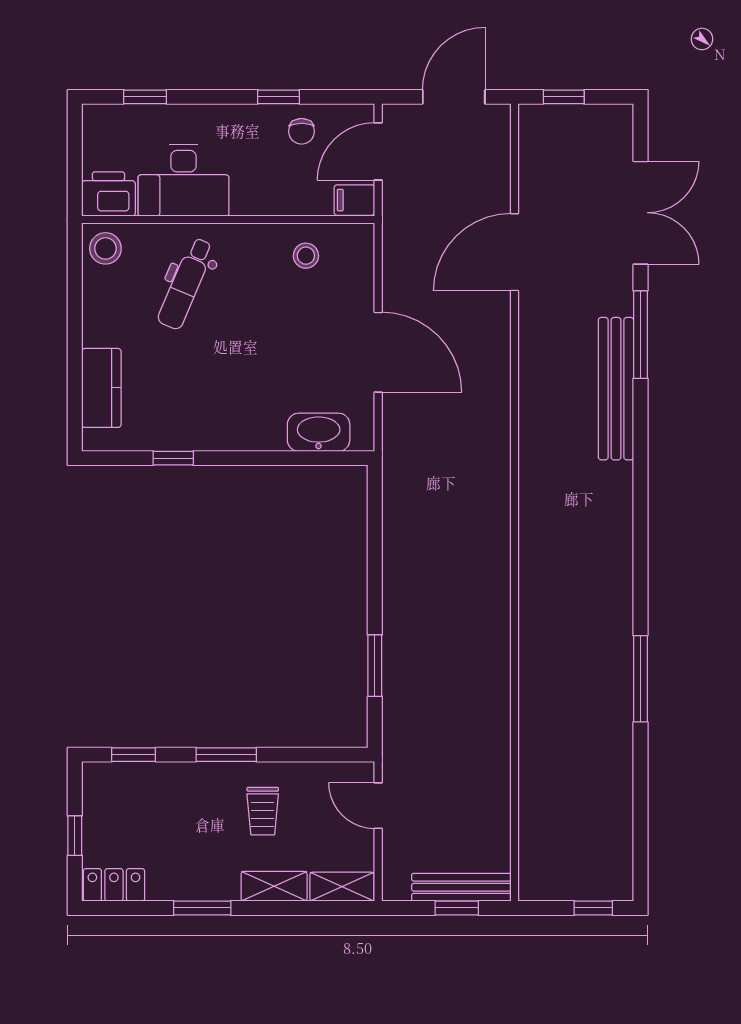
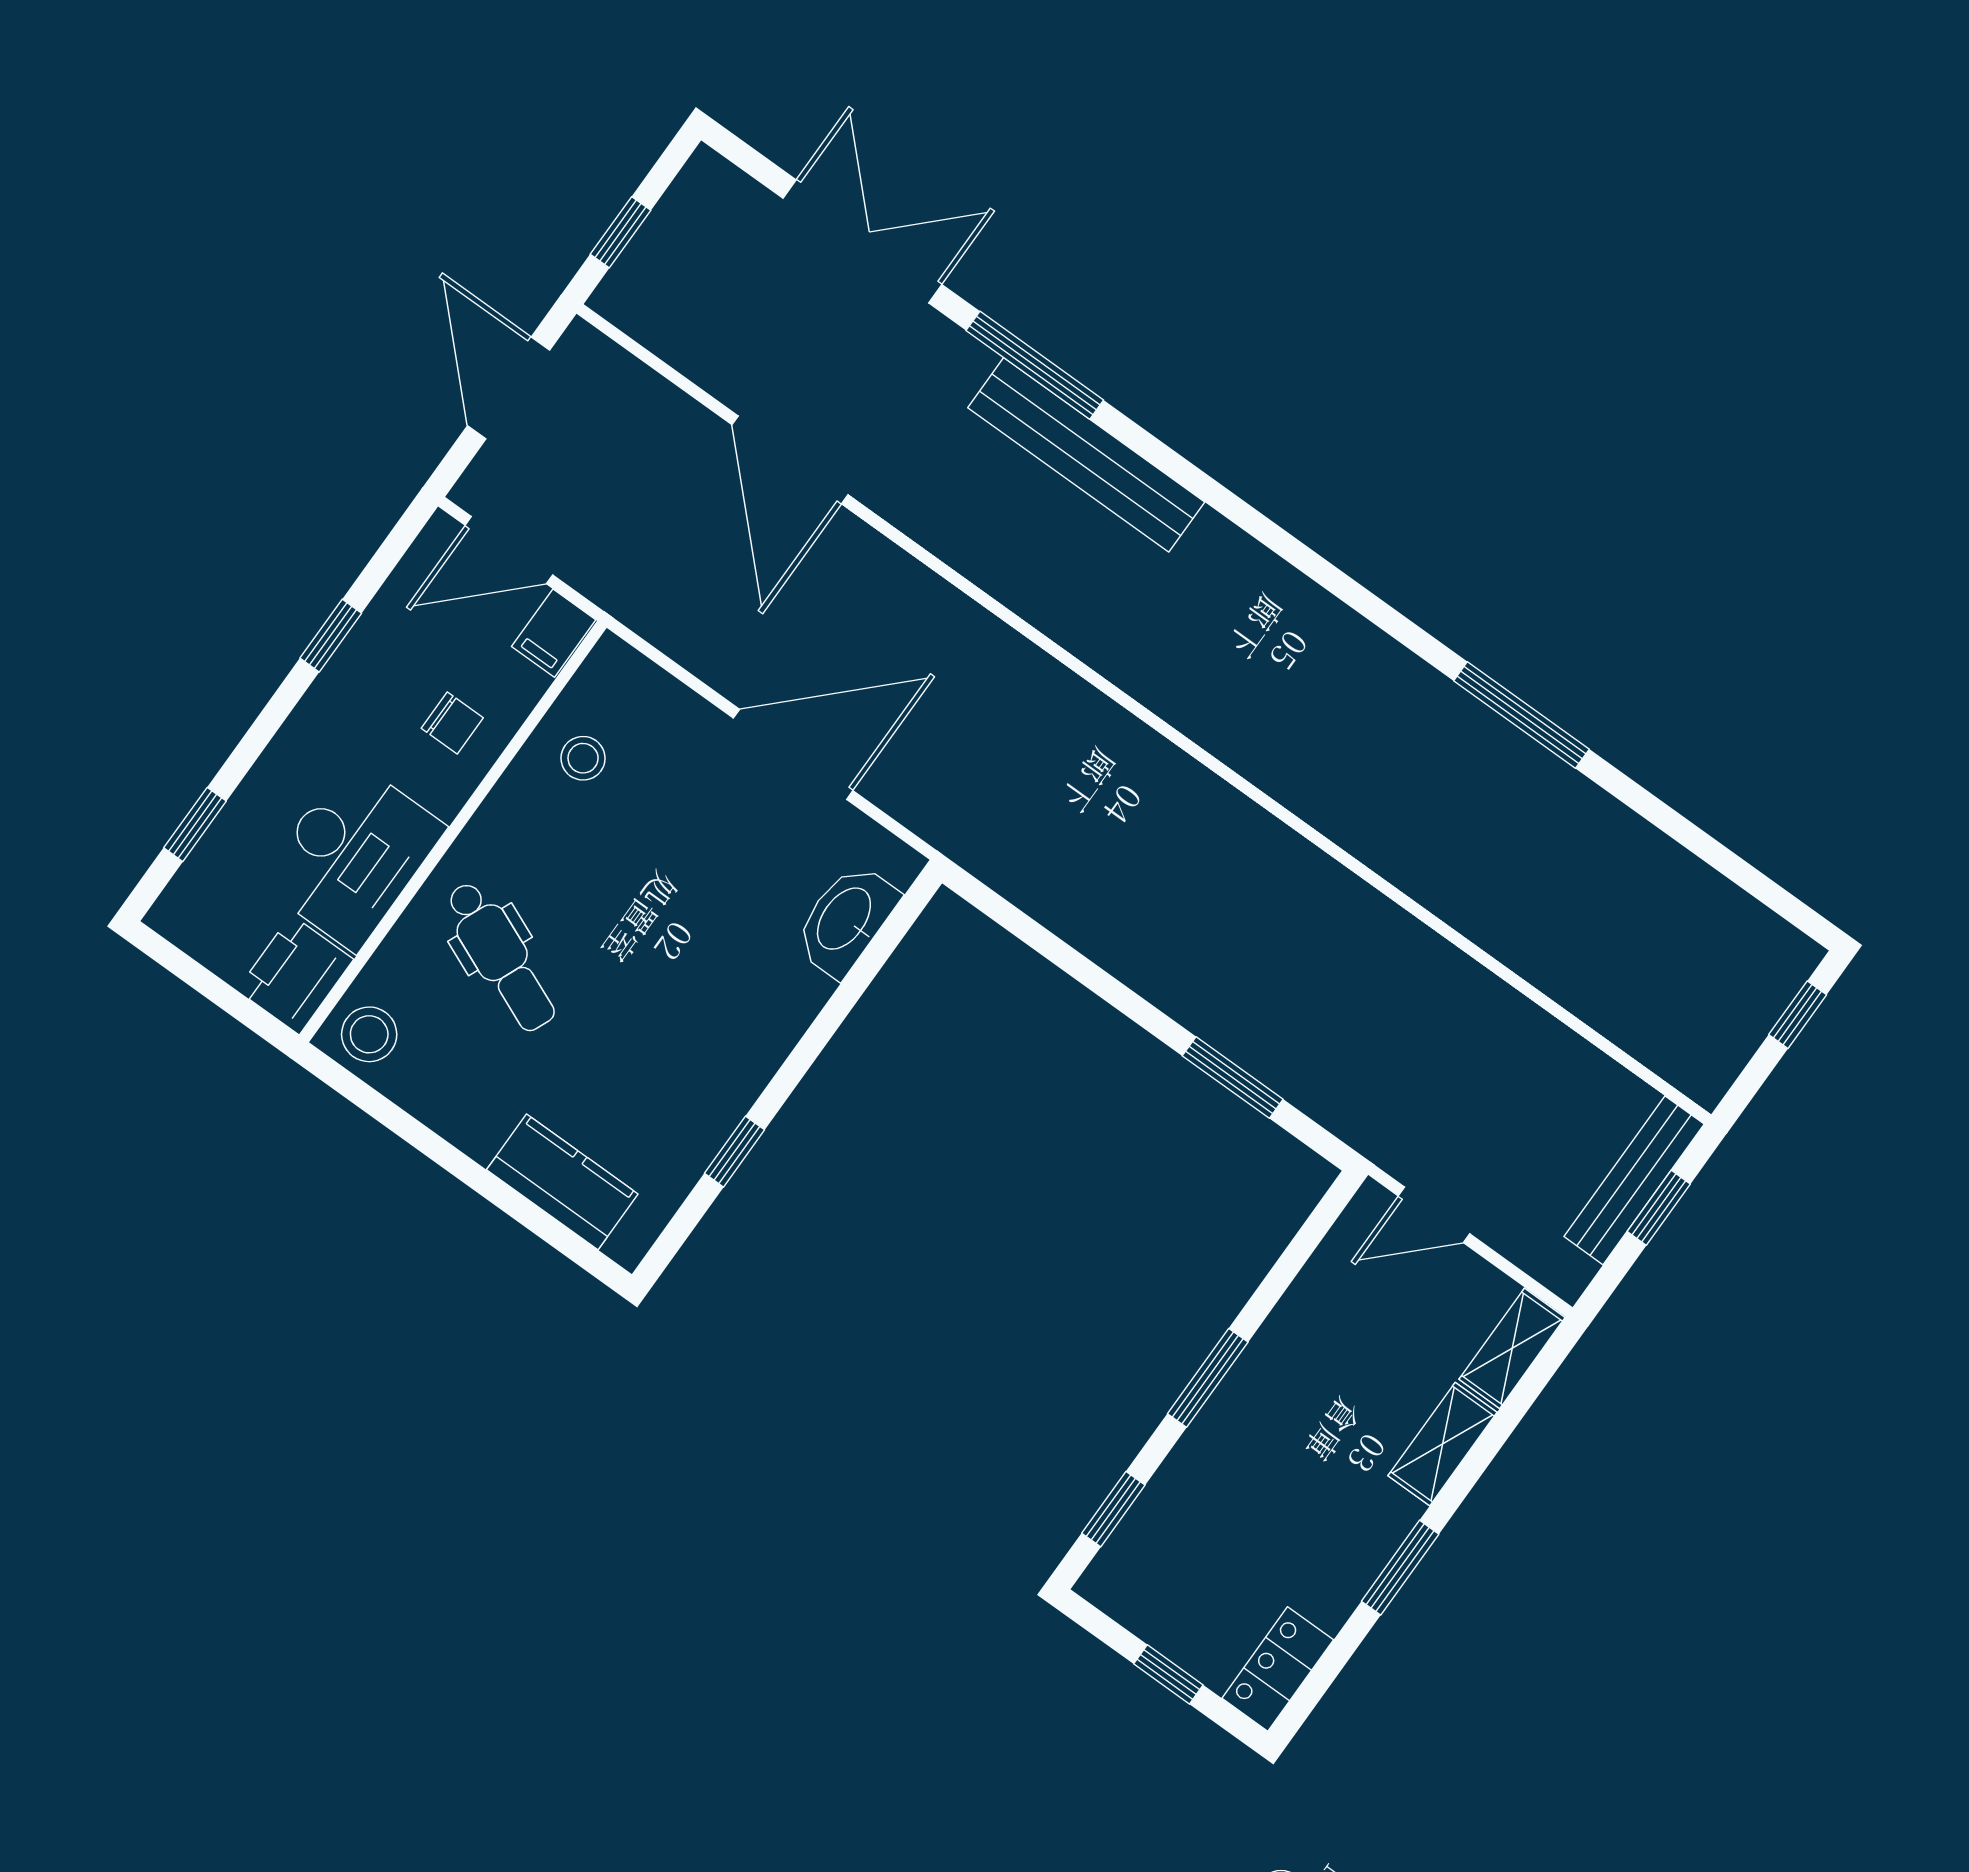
chair: (302, 131) -> (452, 723), moved
door: (378, 151) -> (509, 550), hinge flipped
trolley: (263, 811) -> (1325, 1384), removed

